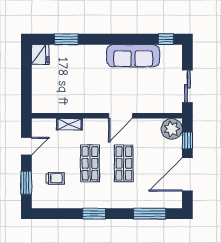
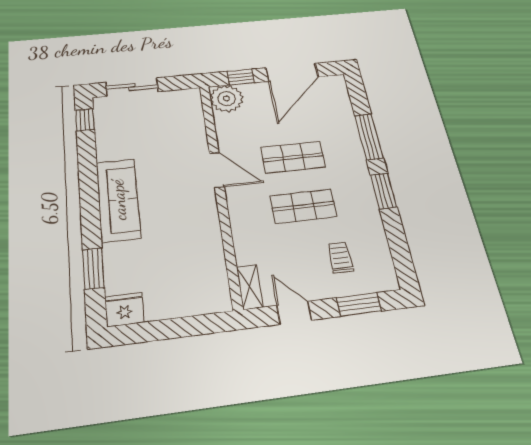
sofa: (133, 56) -> (118, 200), moved
sliding door: (187, 86) -> (132, 87), moved
shelving: (69, 124) -> (250, 287), moved
door: (187, 174) -> (292, 72), hinge flipped
window: (150, 214) -> (369, 137), moved

